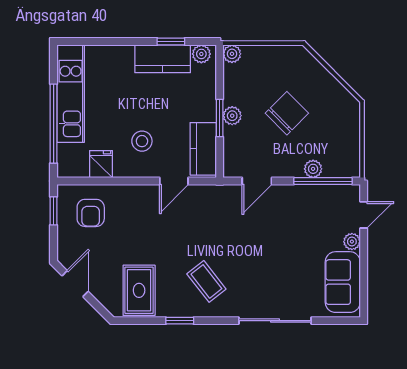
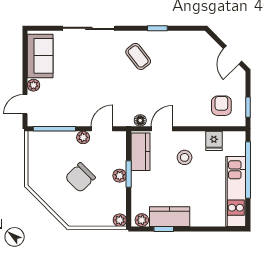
plant: (313, 169) -> (83, 137), moved
floor lamp: (204, 193) -> (140, 120), added
rug: (139, 290) -> (187, 50), removed

